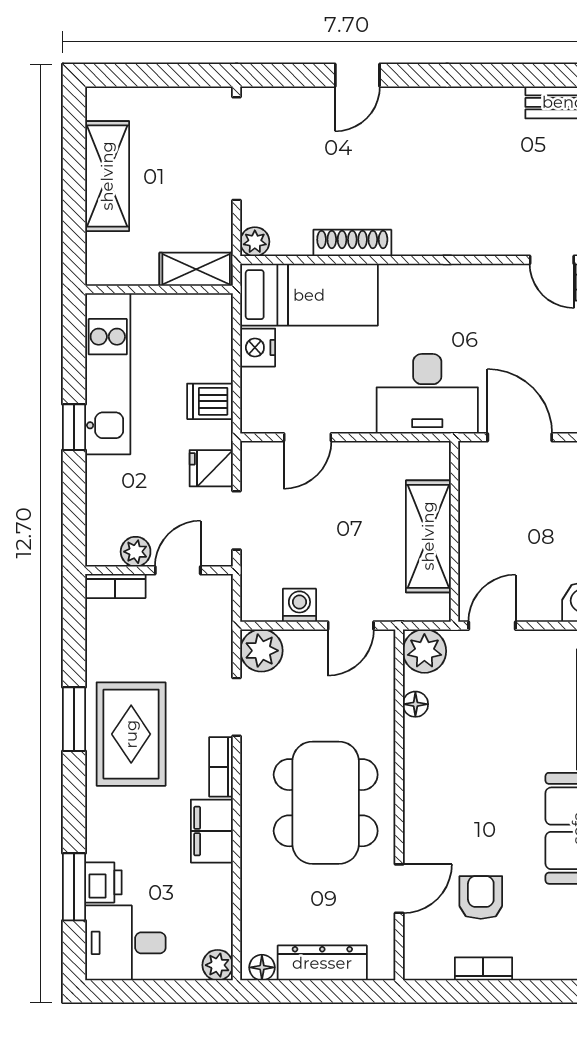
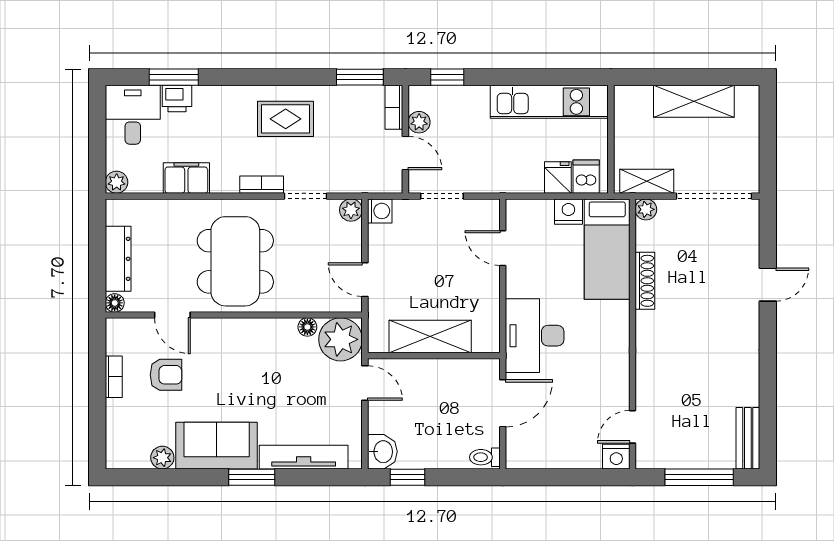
door: (357, 75) -> (768, 285), swing flipped
shelving: (196, 269) -> (647, 181), moved, turned 90
dishwasher: (210, 401) -> (586, 177), moved
window: (74, 427) -> (447, 77), moved
fridge: (211, 468) -> (558, 178), moved
washing machine: (299, 605) -> (380, 211), moved
plant: (261, 651) -> (351, 210), width x0.73, depth x0.73
plant: (424, 651) -> (341, 339), width x1.36, depth x1.36
window: (74, 719) -> (360, 77), moved
rug: (131, 734) -> (286, 119), width x0.73, depth x0.70
dining table: (326, 803) -> (235, 261), turned 90
filing cabinet: (212, 831) -> (186, 178), moved
floor lamp: (262, 967) -> (115, 303), moved

